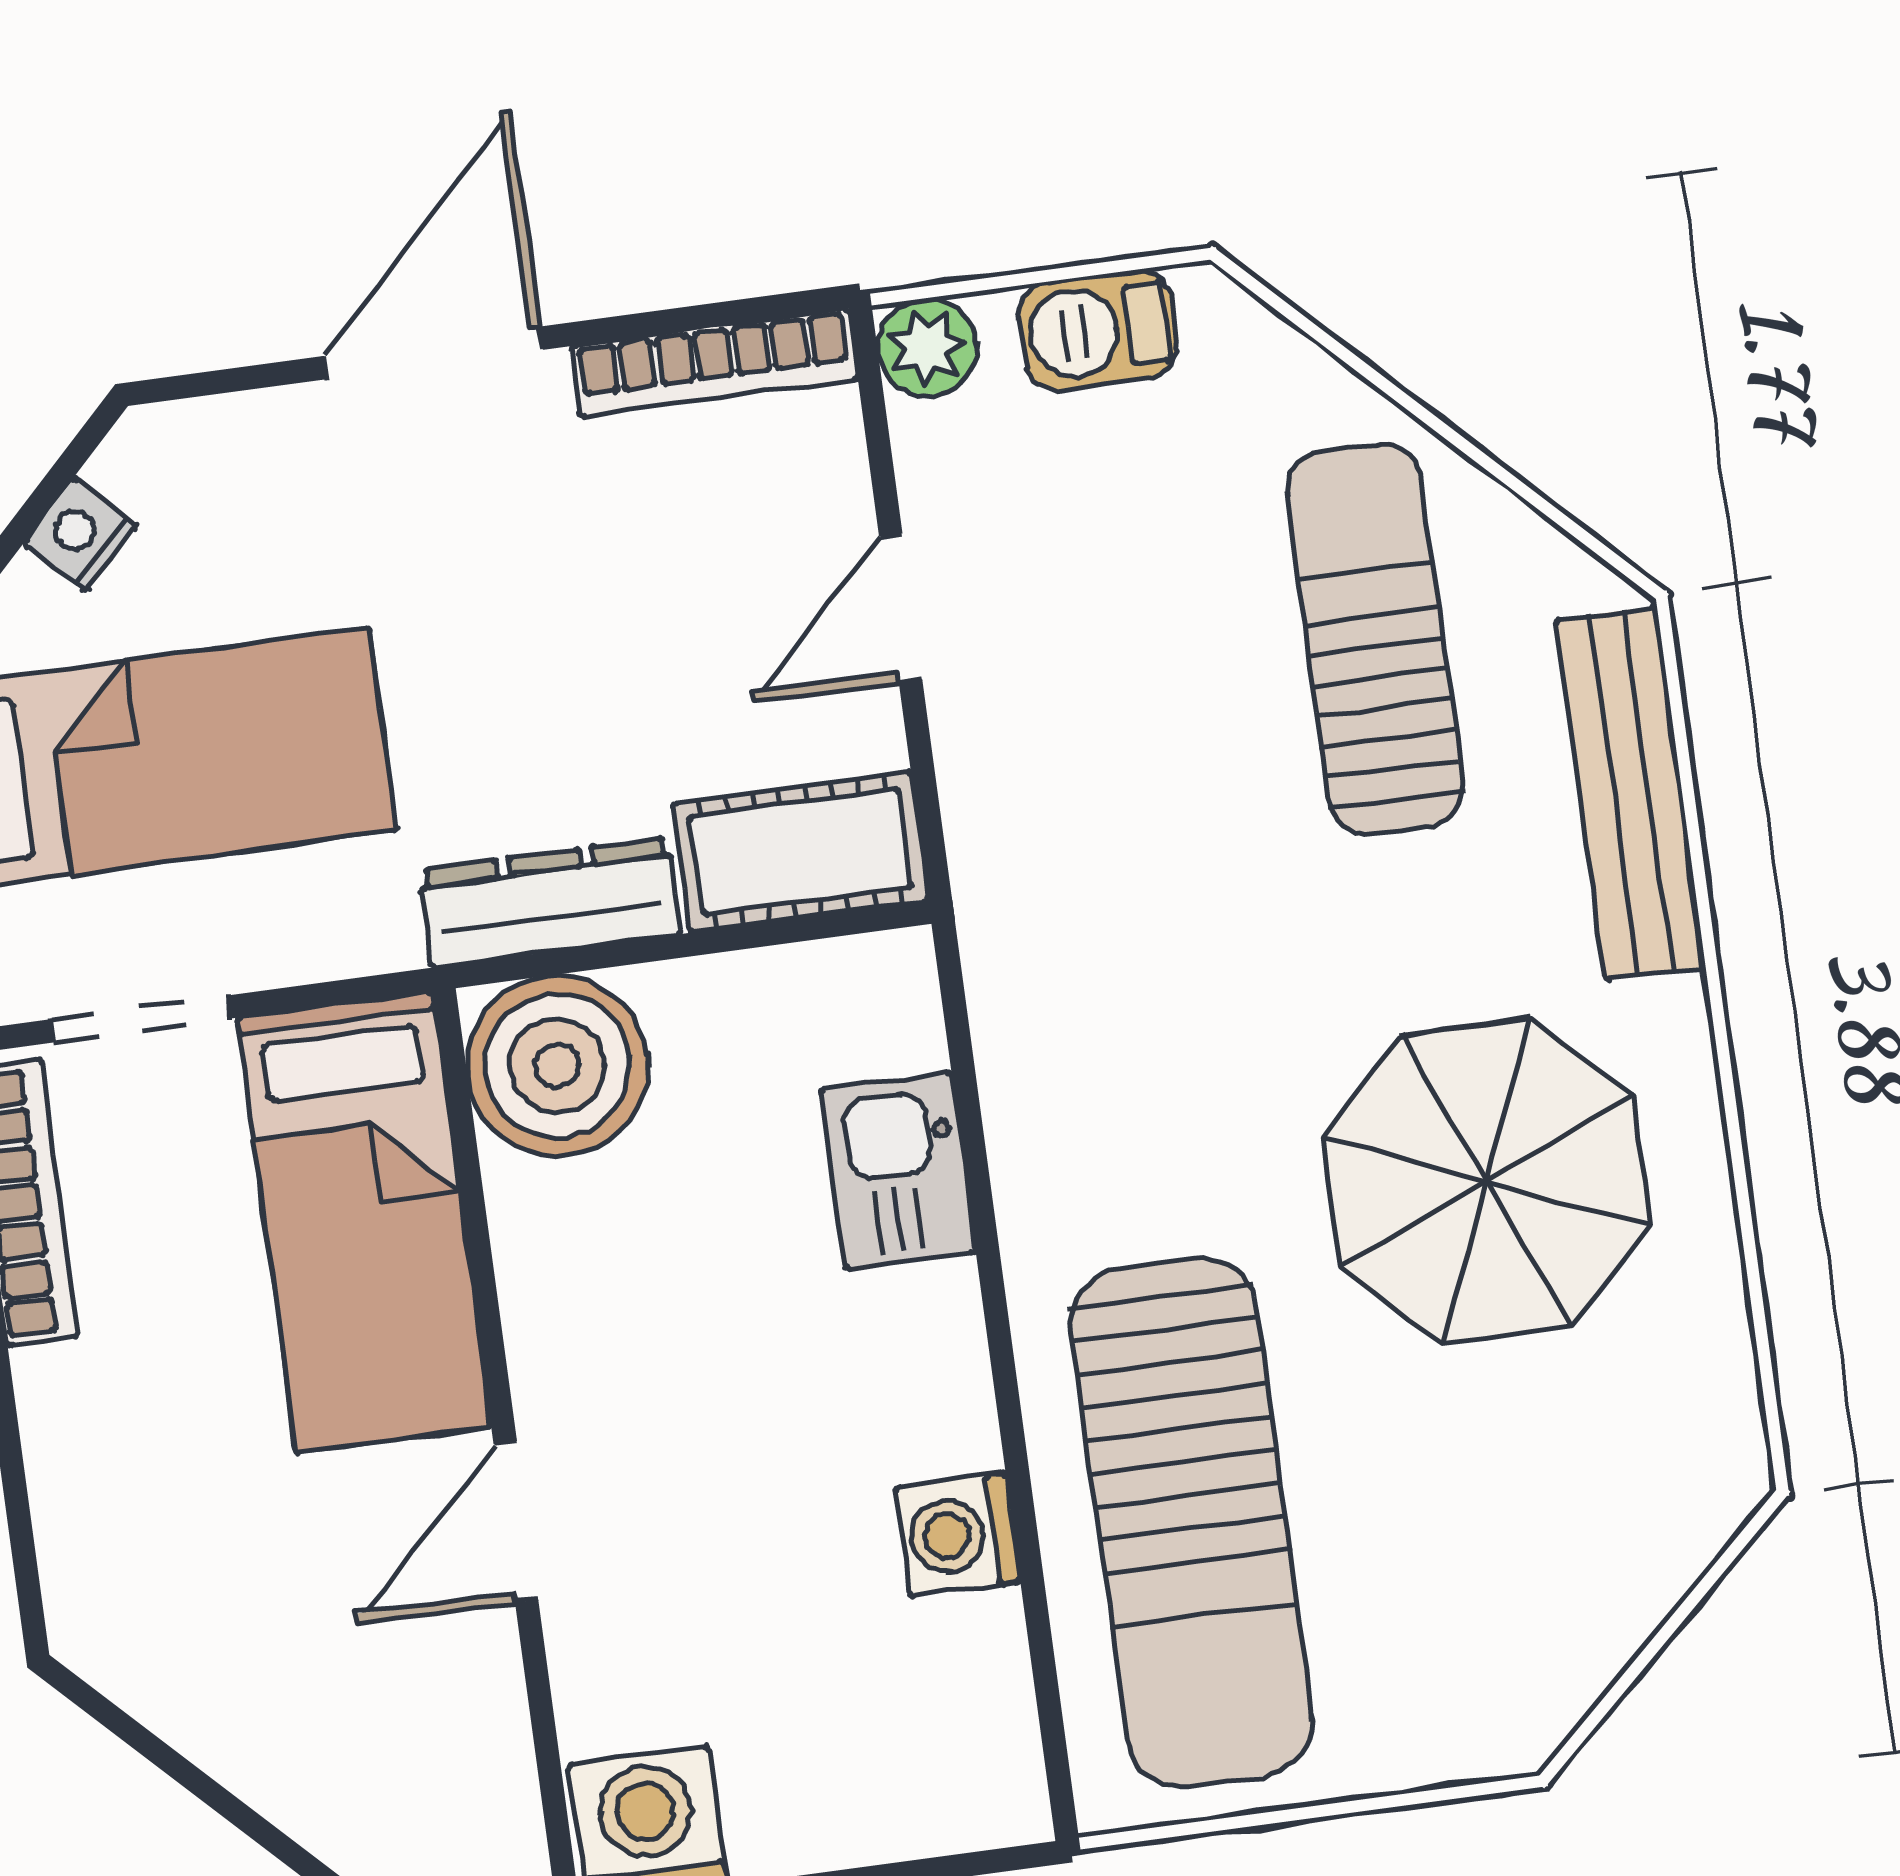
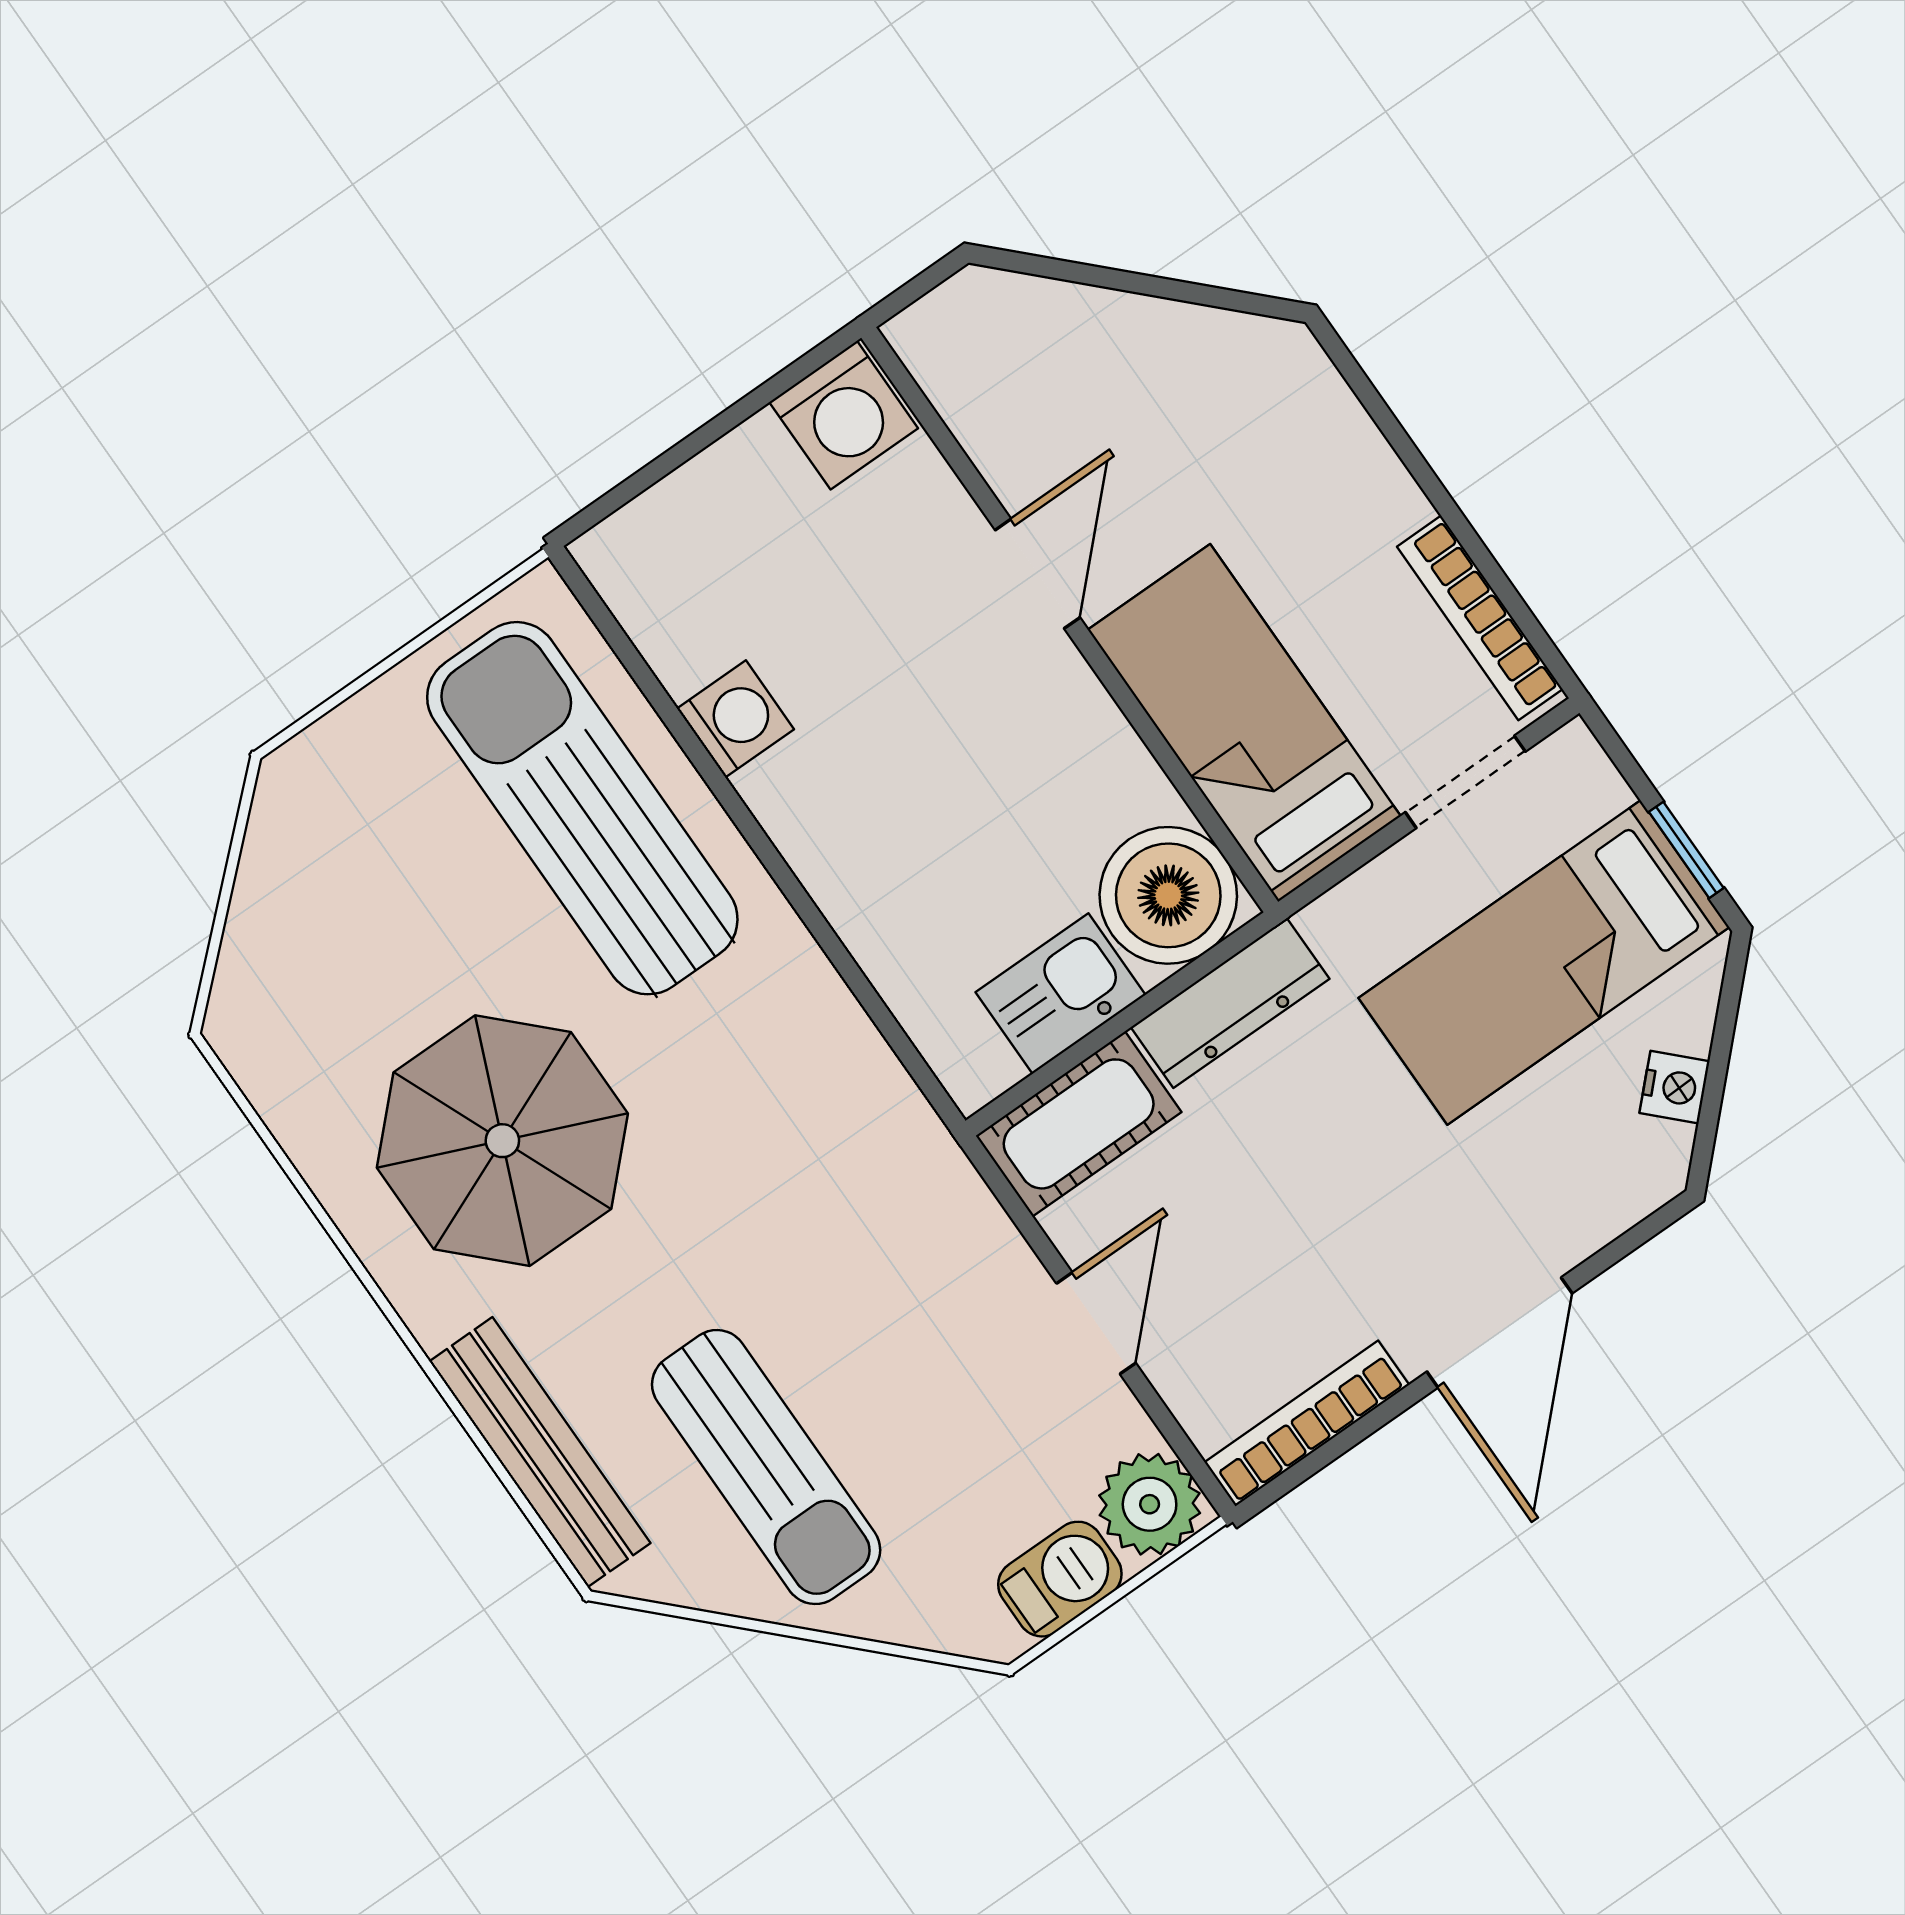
plant: (927, 348) -> (1150, 1504), width x1.38, depth x1.38
kitchen sink: (898, 1171) -> (1060, 994), moved, turned -90

